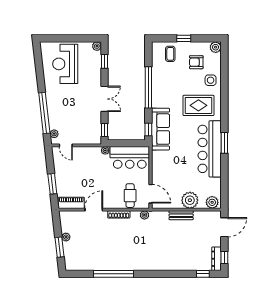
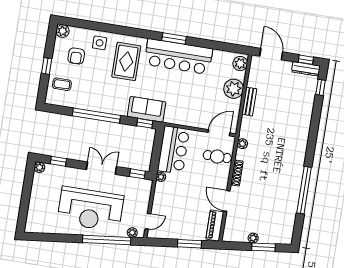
reception desk: (65, 64) -> (90, 209), moved, width x1.36, depth x1.30
sofa: (161, 129) -> (146, 109), width x0.73

